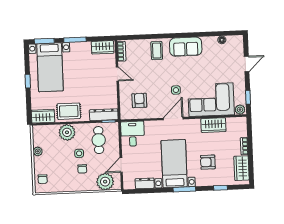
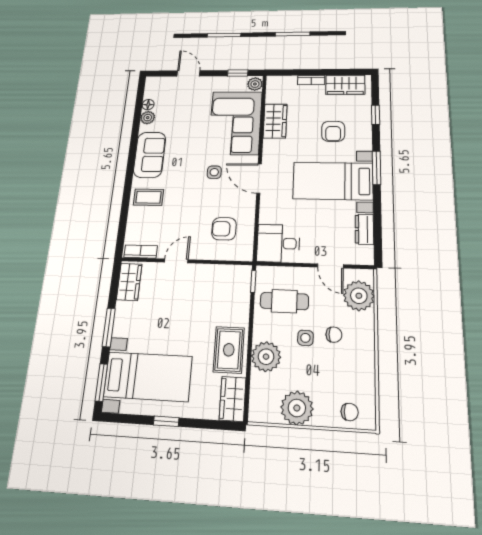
plant: (212, 41) -> (148, 118), added
dresser: (104, 115) -> (241, 289), removed
plant: (38, 151) -> (297, 408), width x1.88, depth x1.88

